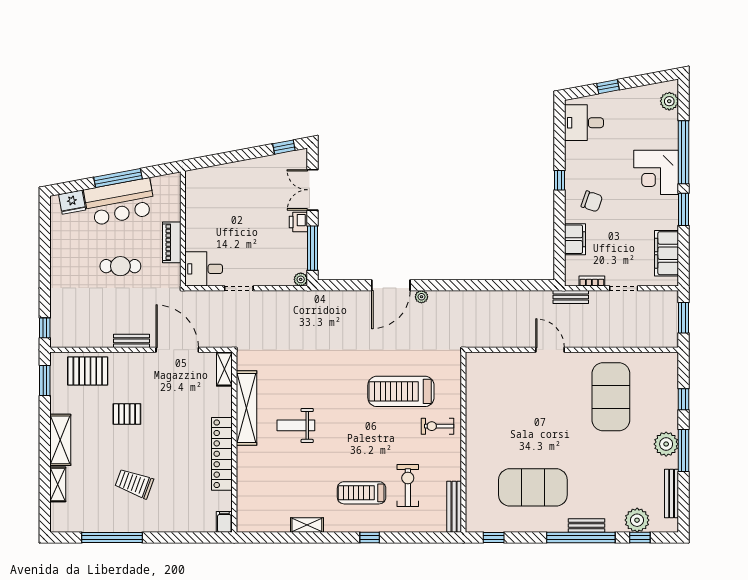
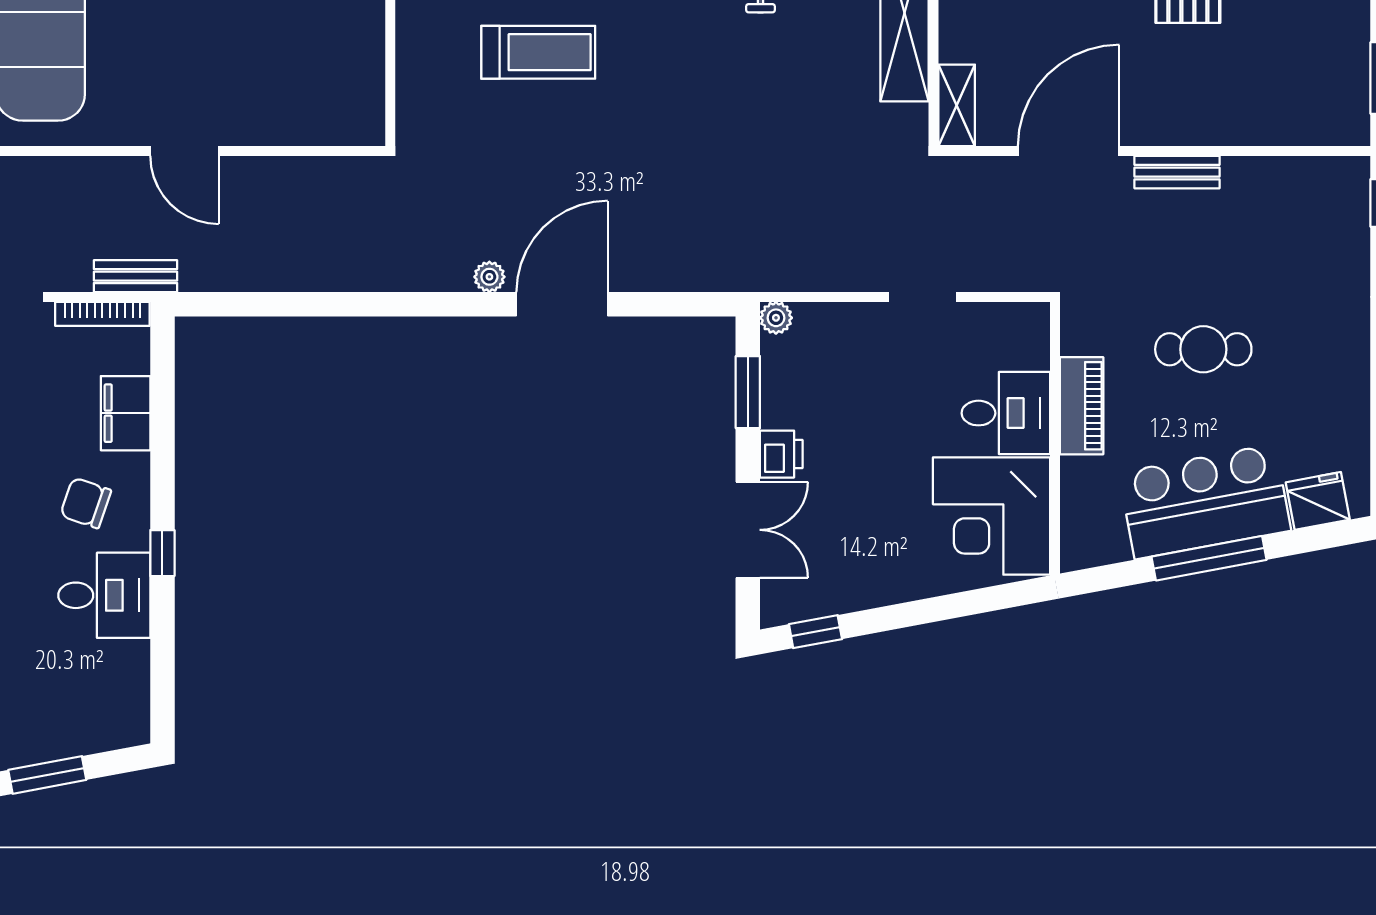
window: (608, 87) -> (47, 775), width x1.50
desk: (584, 123) -> (104, 595), moved
corner desk: (210, 196) -> (992, 516), added
window: (313, 248) -> (748, 392), width x0.69
desk: (204, 269) -> (1006, 413), moved
bookcase: (592, 281) -> (102, 314), width x1.56
door: (177, 350) -> (1069, 151), swing flipped
pallet: (88, 371) -> (1281, 101), removed
treadmill: (401, 391) -> (538, 52), width x0.73, depth x0.73

